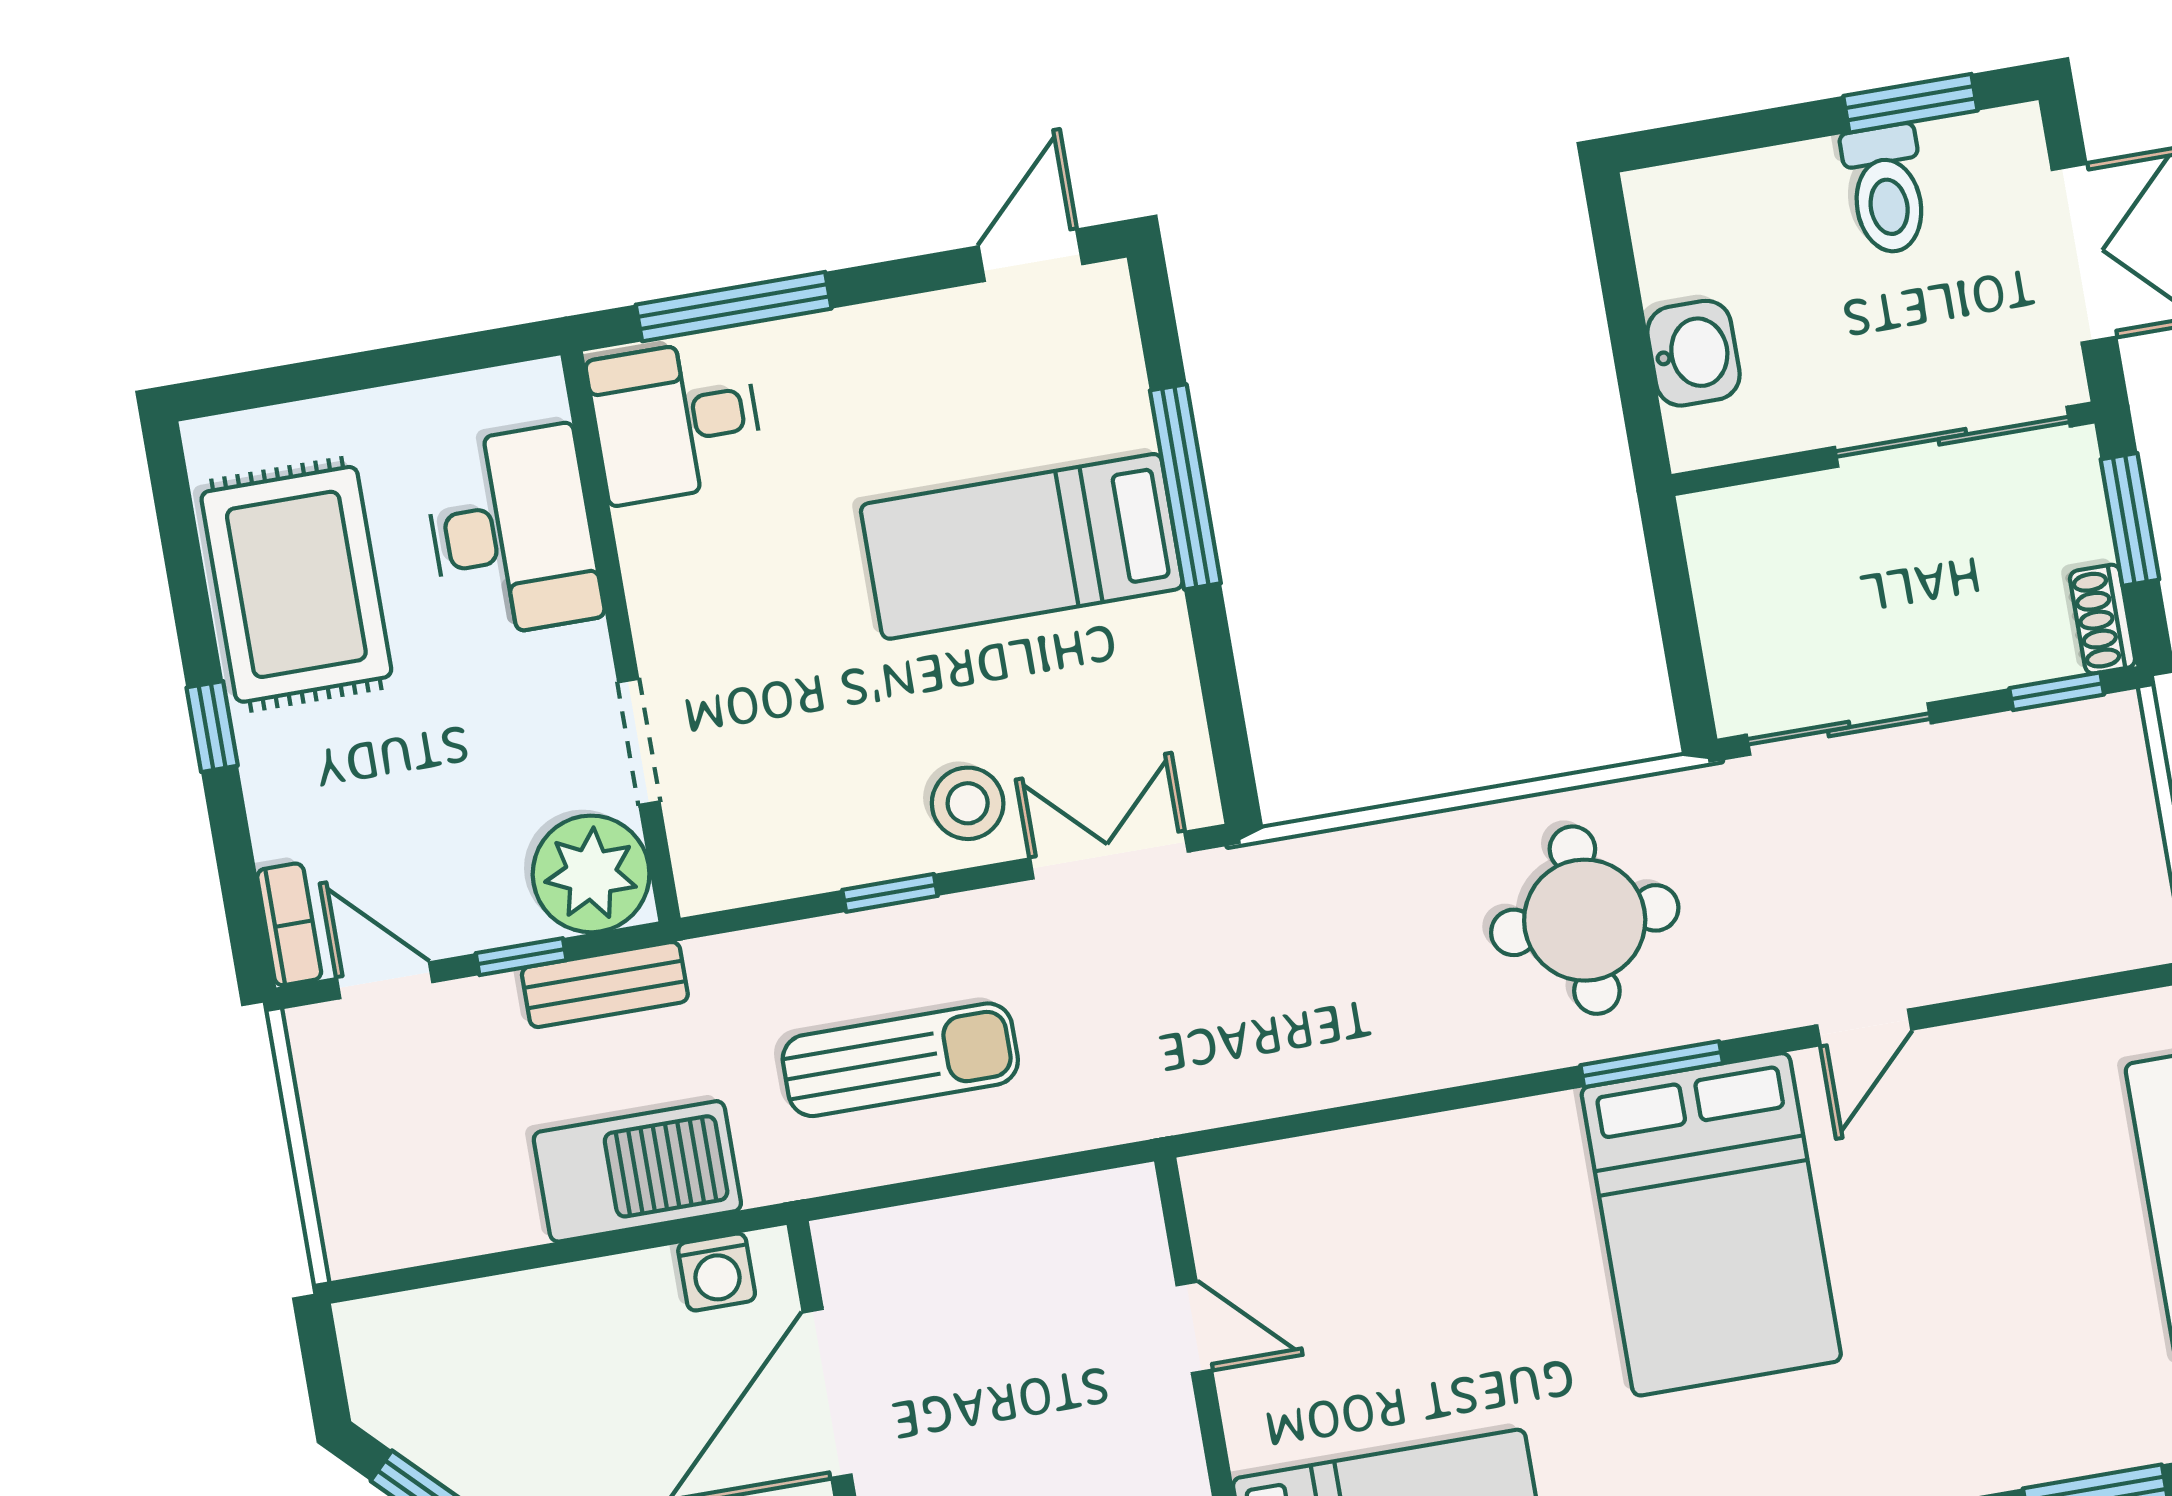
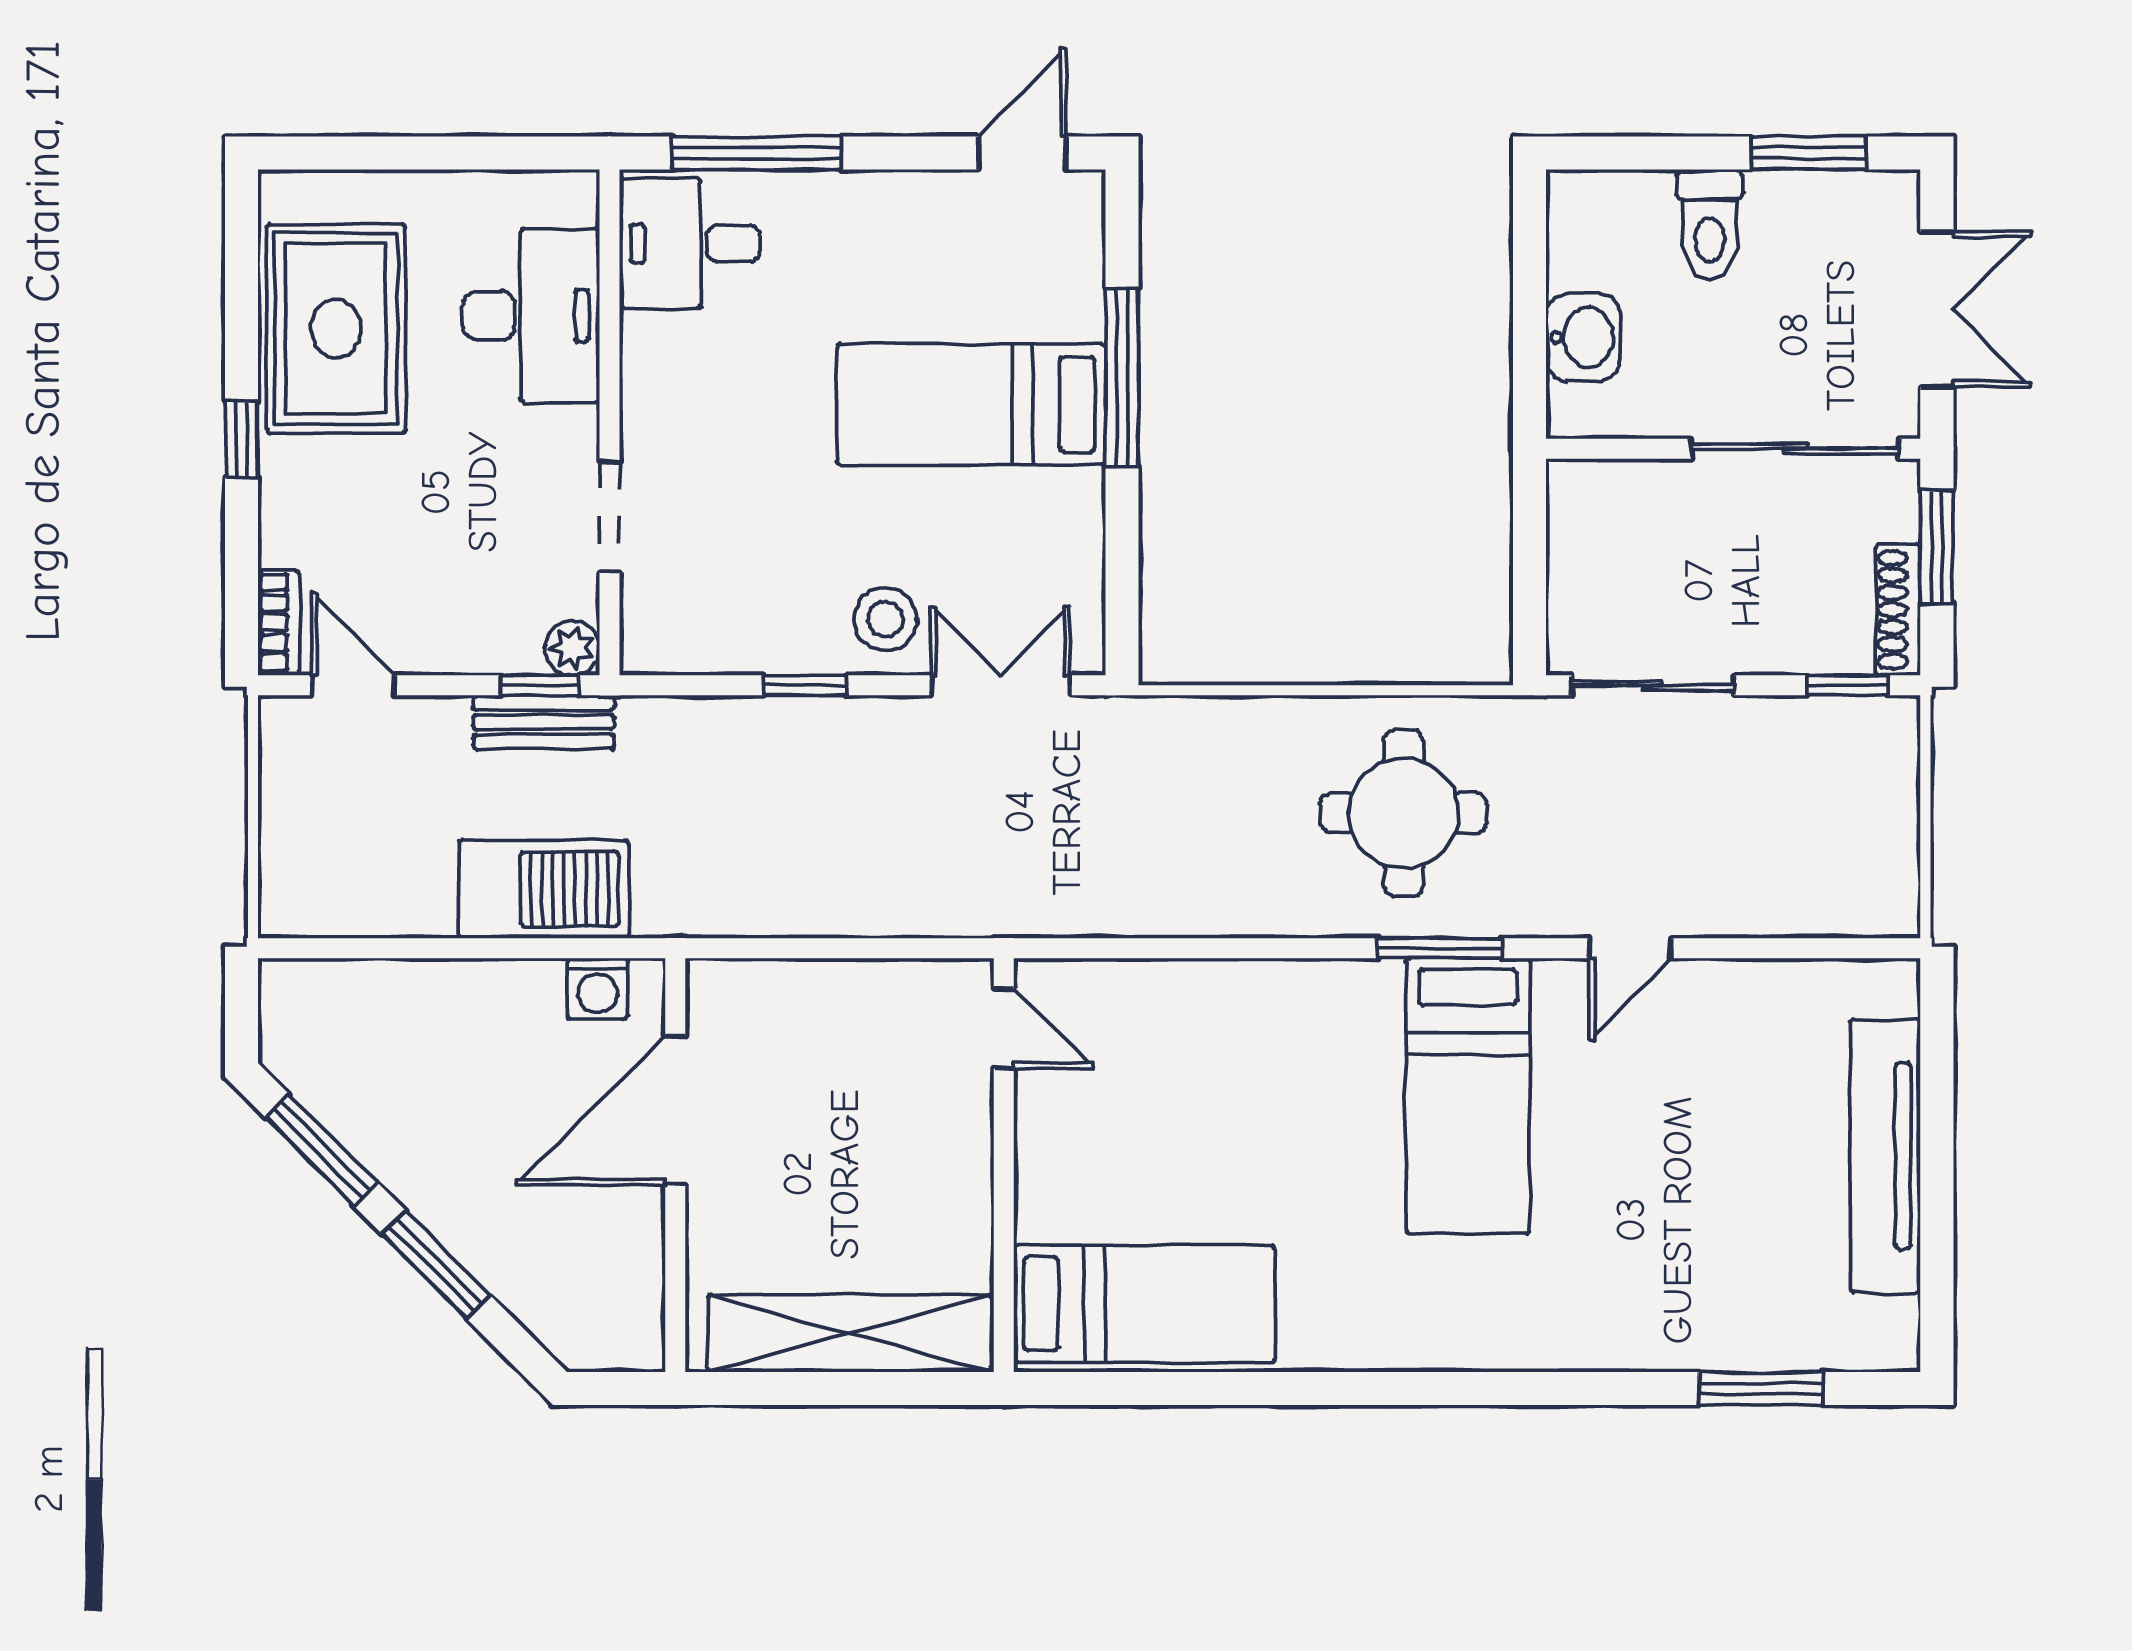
toilet: (1886, 190) -> (1710, 224), moved
shoe rack: (2102, 619) -> (1898, 610), width x1.43
plant: (591, 874) -> (572, 648), width x0.53, depth x0.53
window: (521, 957) -> (540, 685), moved
sun lounger: (900, 1060) -> (789, 832), removed
bed: (1711, 1224) -> (1468, 1096), width x0.67
door: (1194, 1327) -> (1004, 1029), moved

